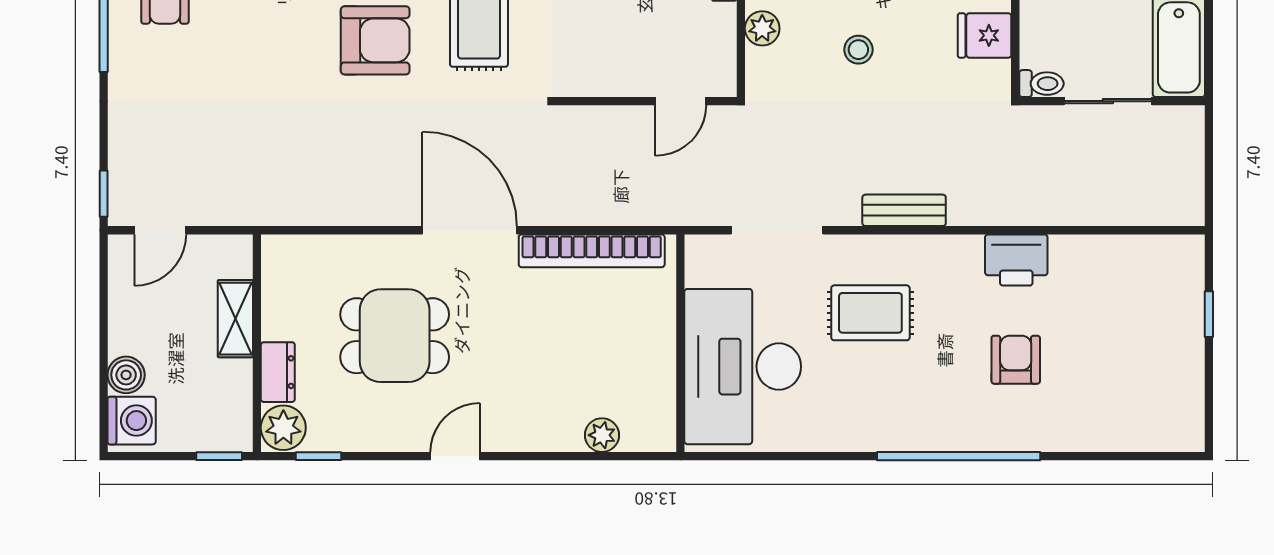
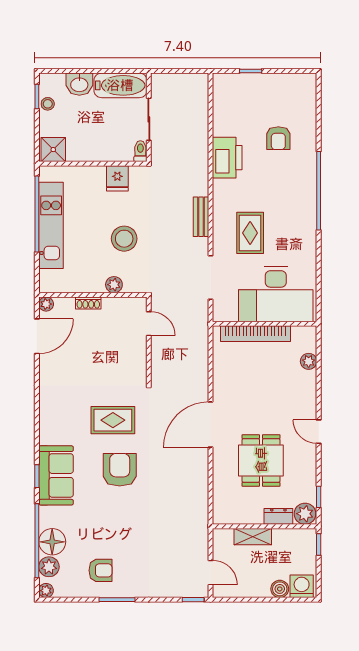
stool: (858, 50) -> (124, 239), width x1.89, depth x1.89
bookcase: (592, 251) -> (255, 334), moved, turned 90
printer: (1016, 260) -> (227, 158), width x1.37, depth x1.19
armchair: (1016, 360) -> (278, 138), moved, turned -90

